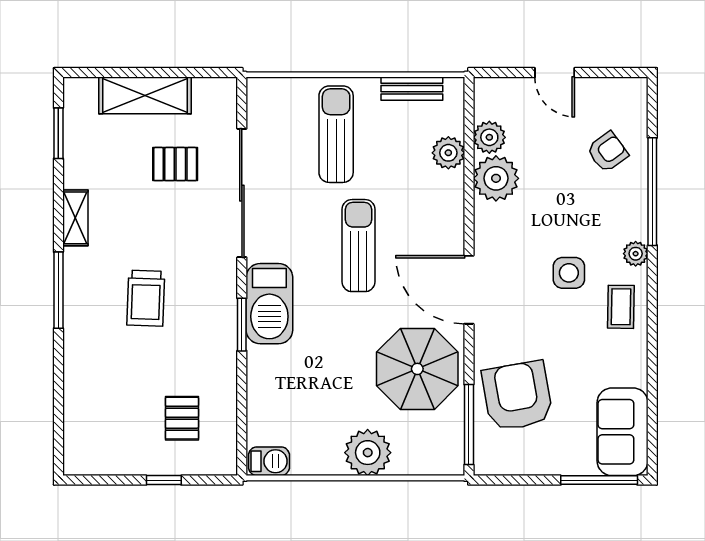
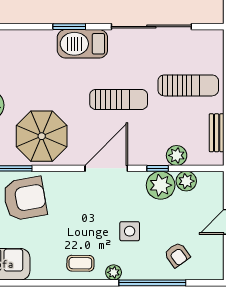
window: (469, 183) -> (158, 168), added
side table: (569, 273) -> (130, 231), moved
door: (469, 290) -> (106, 168), moved

